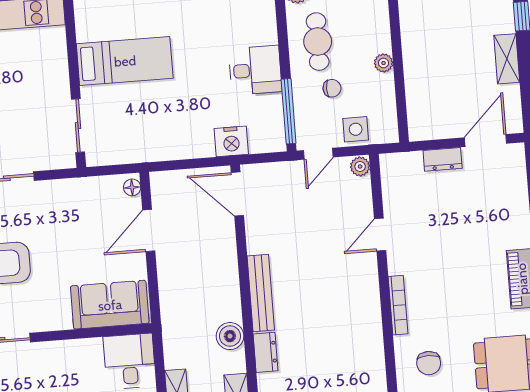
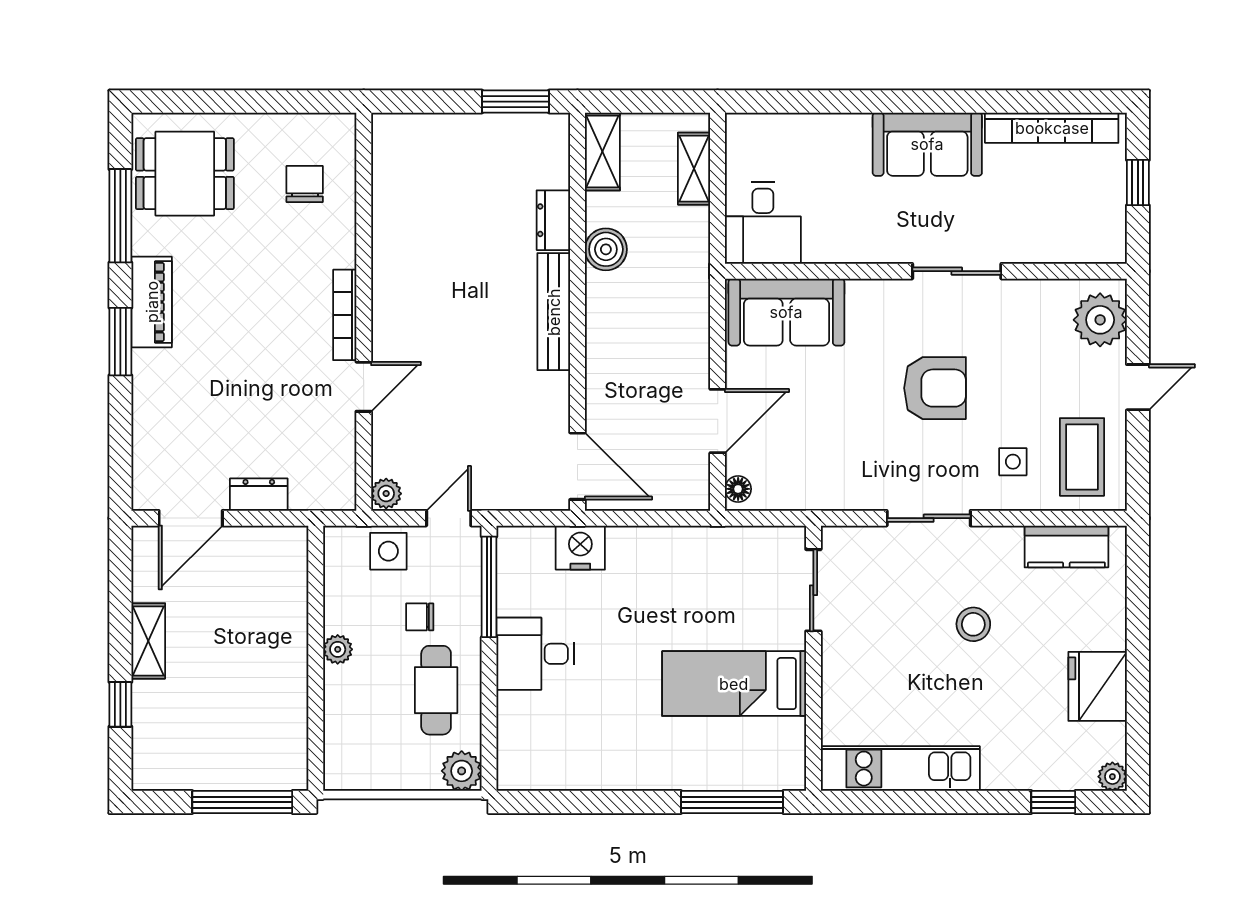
bookcase: (398, 305) -> (345, 315), moved

